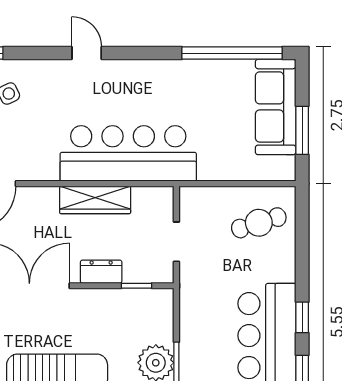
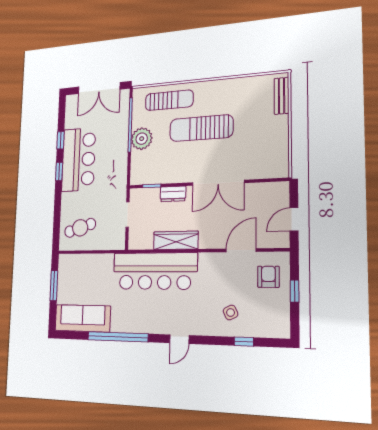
door: (87, 53) -> (179, 339), hinge flipped
window: (232, 53) -> (118, 337), moved
sofa: (276, 107) -> (83, 318), moved, turned -90

